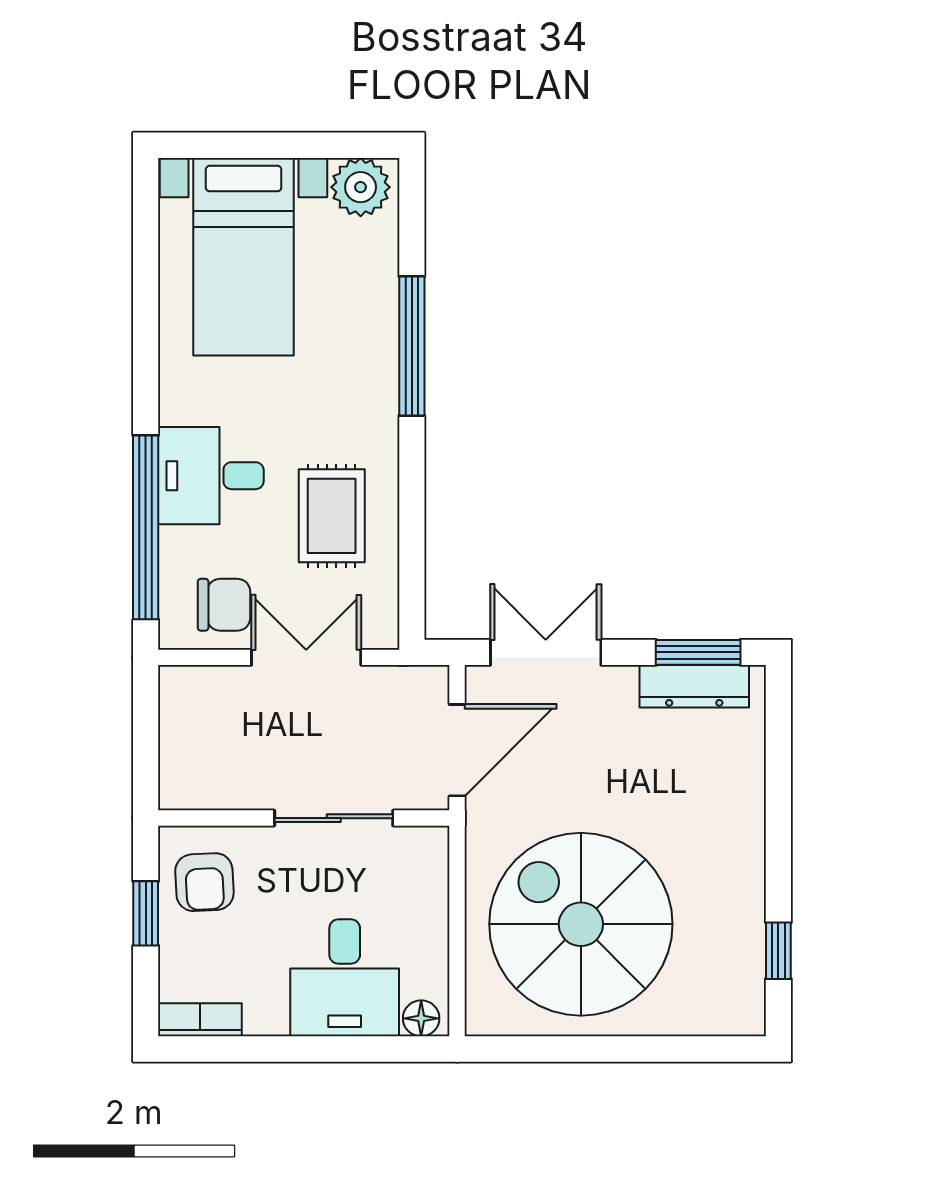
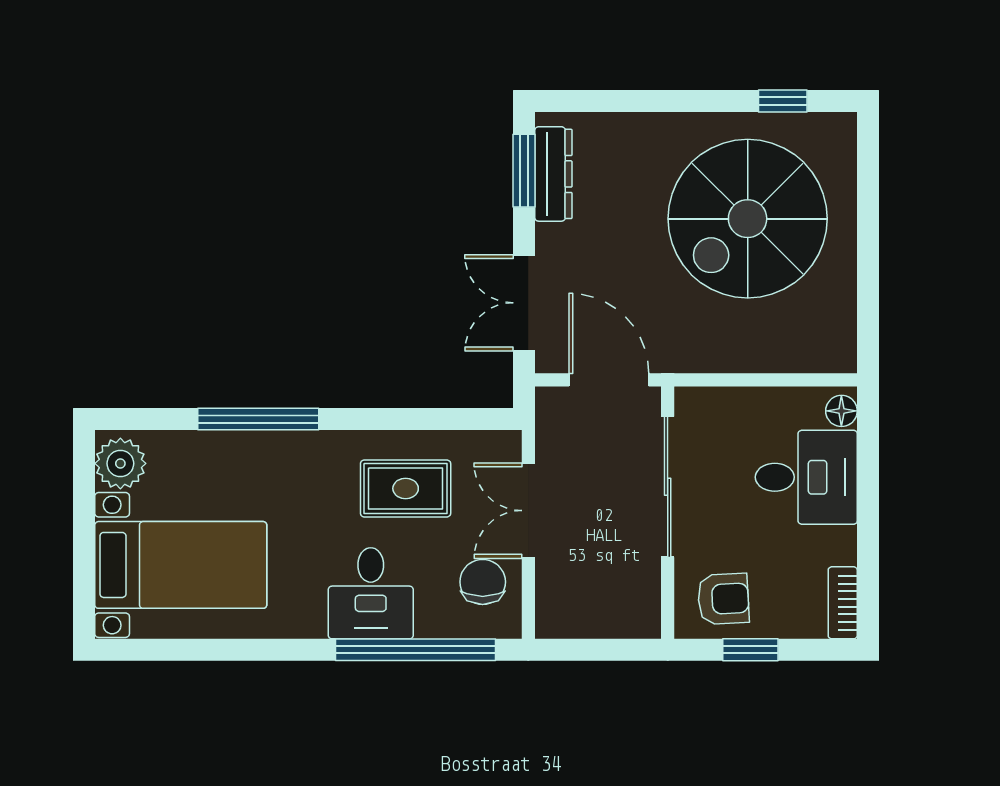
sliding door: (334, 818) -> (668, 487), width x1.37
spiral stairs: (581, 924) -> (748, 219), moved

